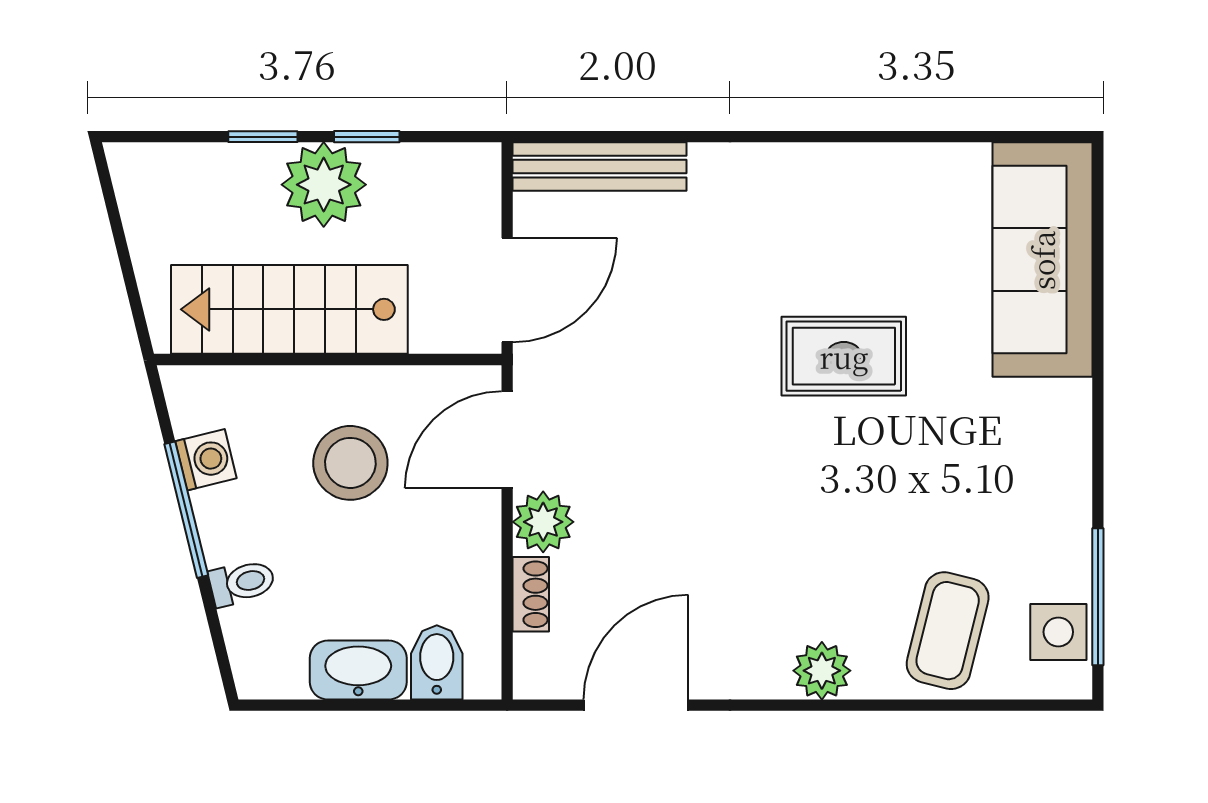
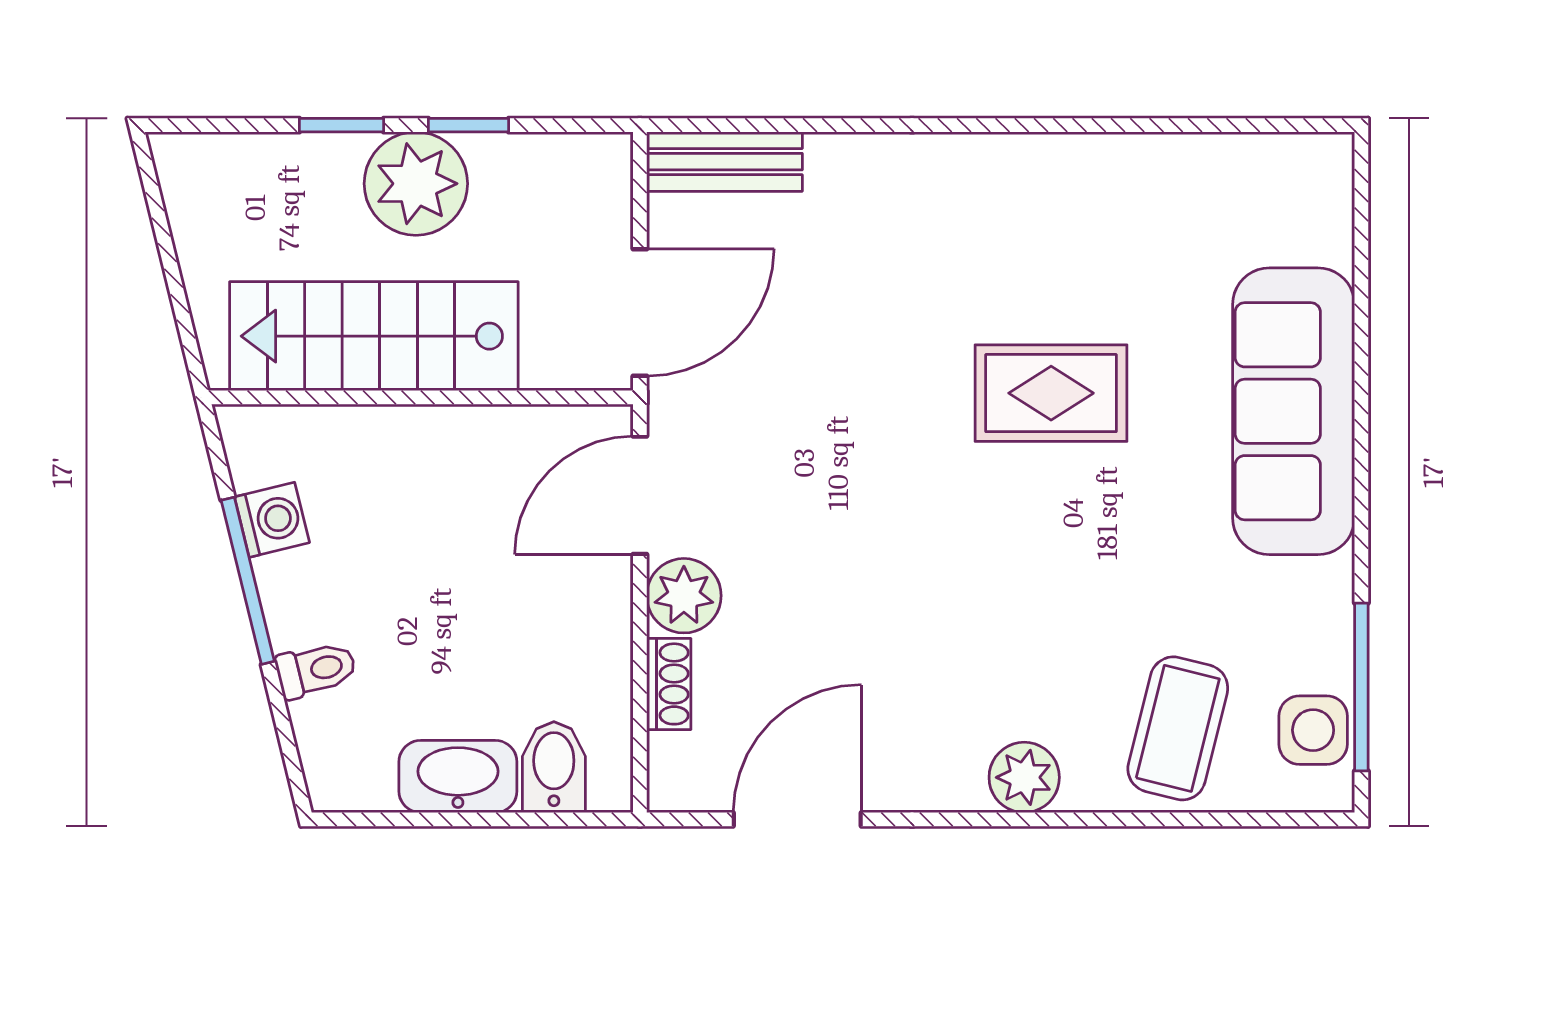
bench: (600, 167) -> (724, 162), width x0.73
sofa: (1042, 260) -> (1294, 411), moved
stool: (350, 463) -> (448, 524), removed

